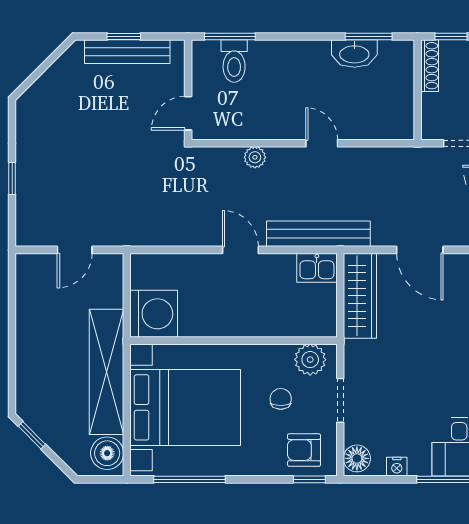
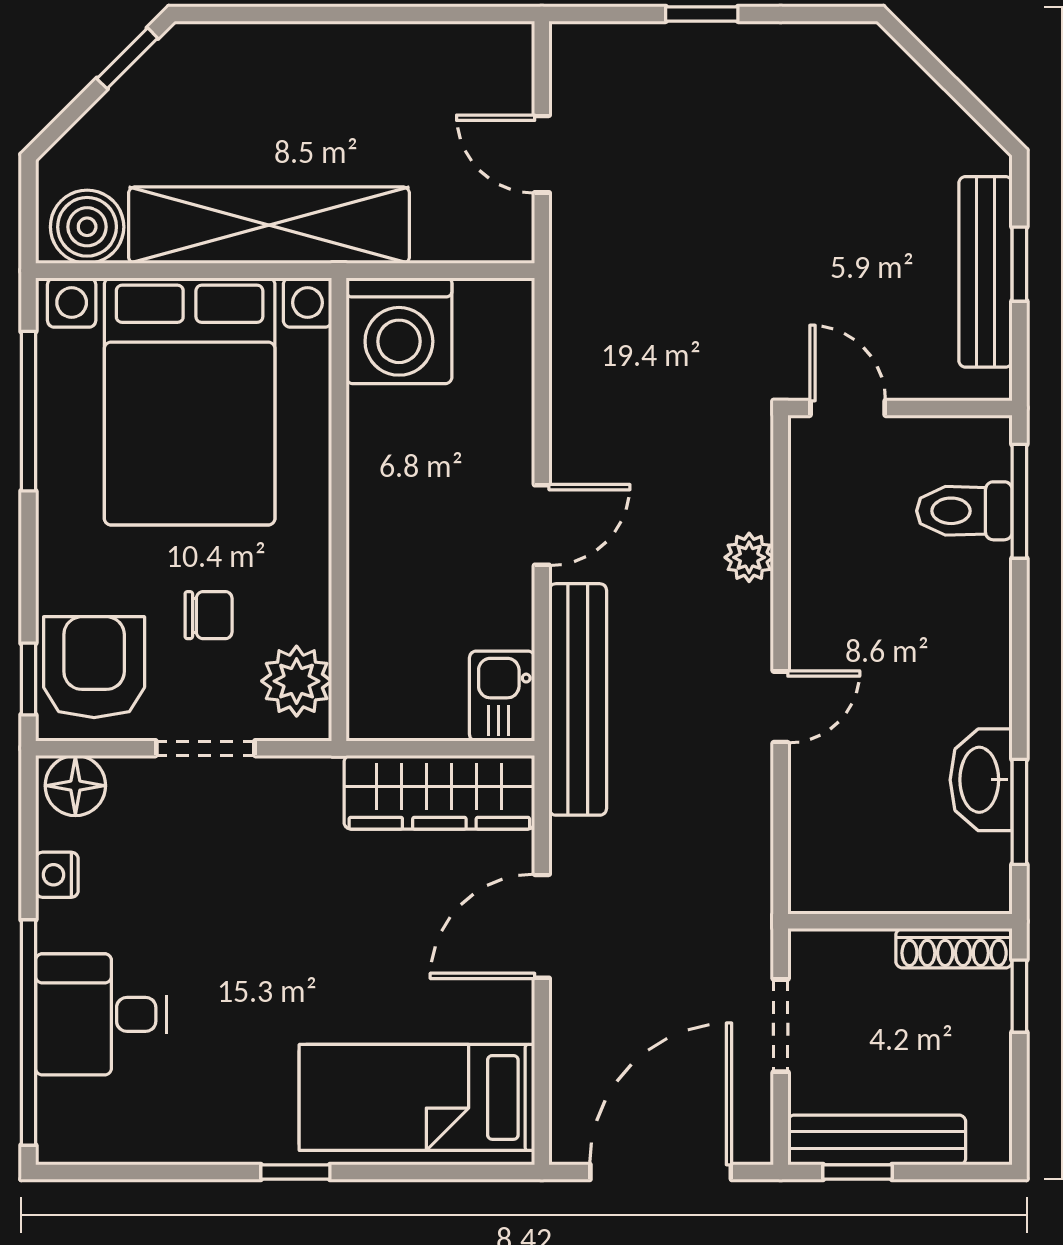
armchair: (304, 450) -> (94, 667), width x1.38, depth x1.38

